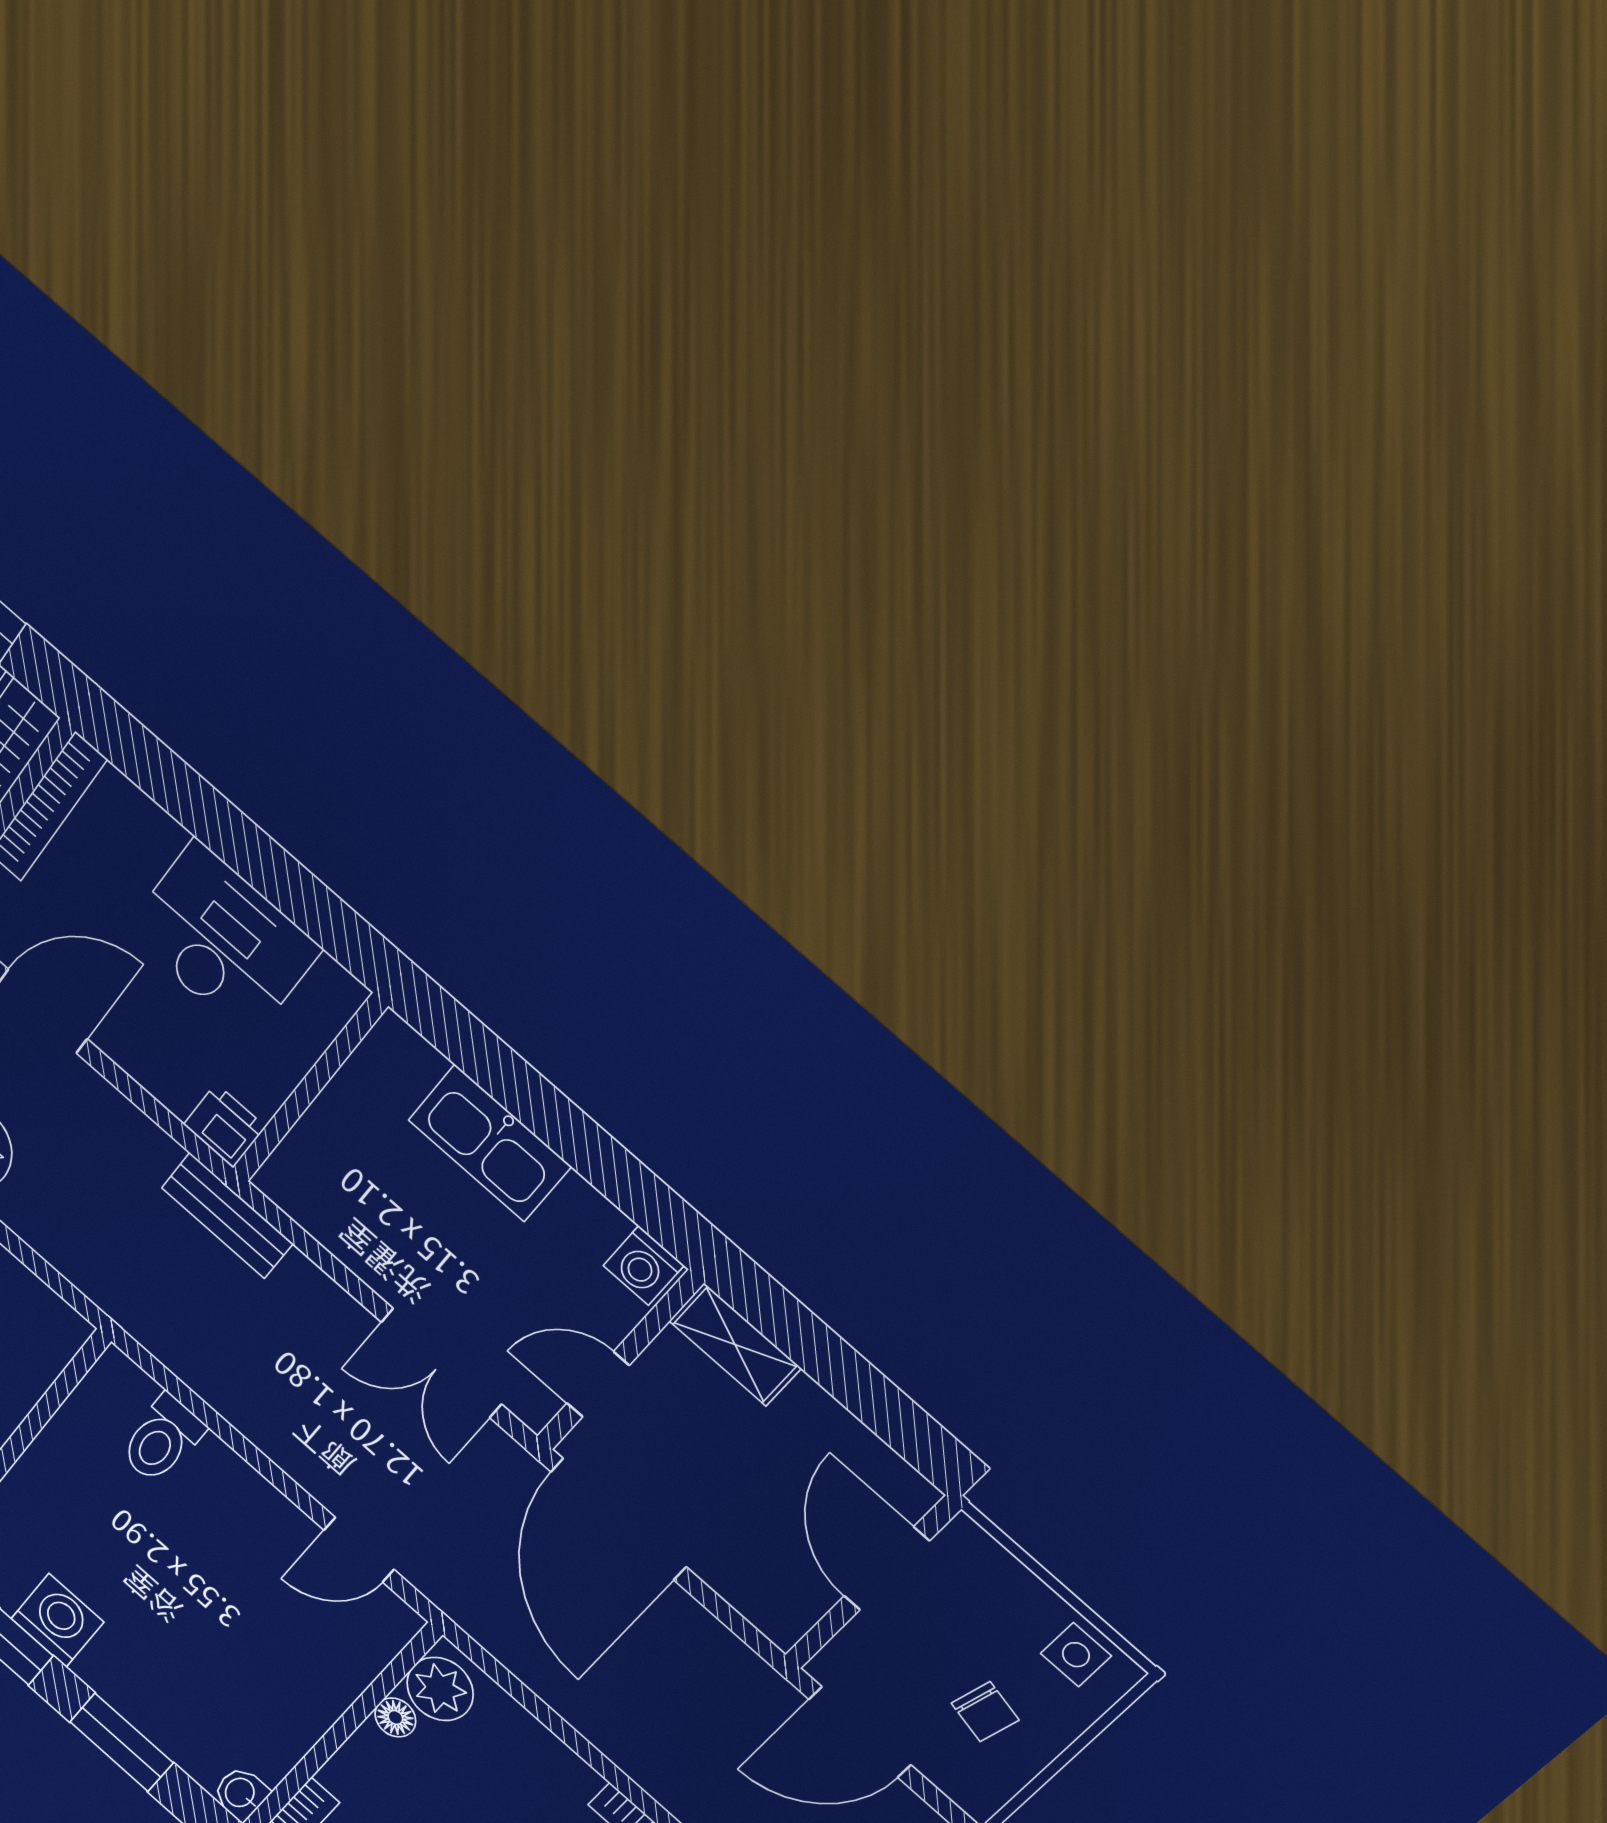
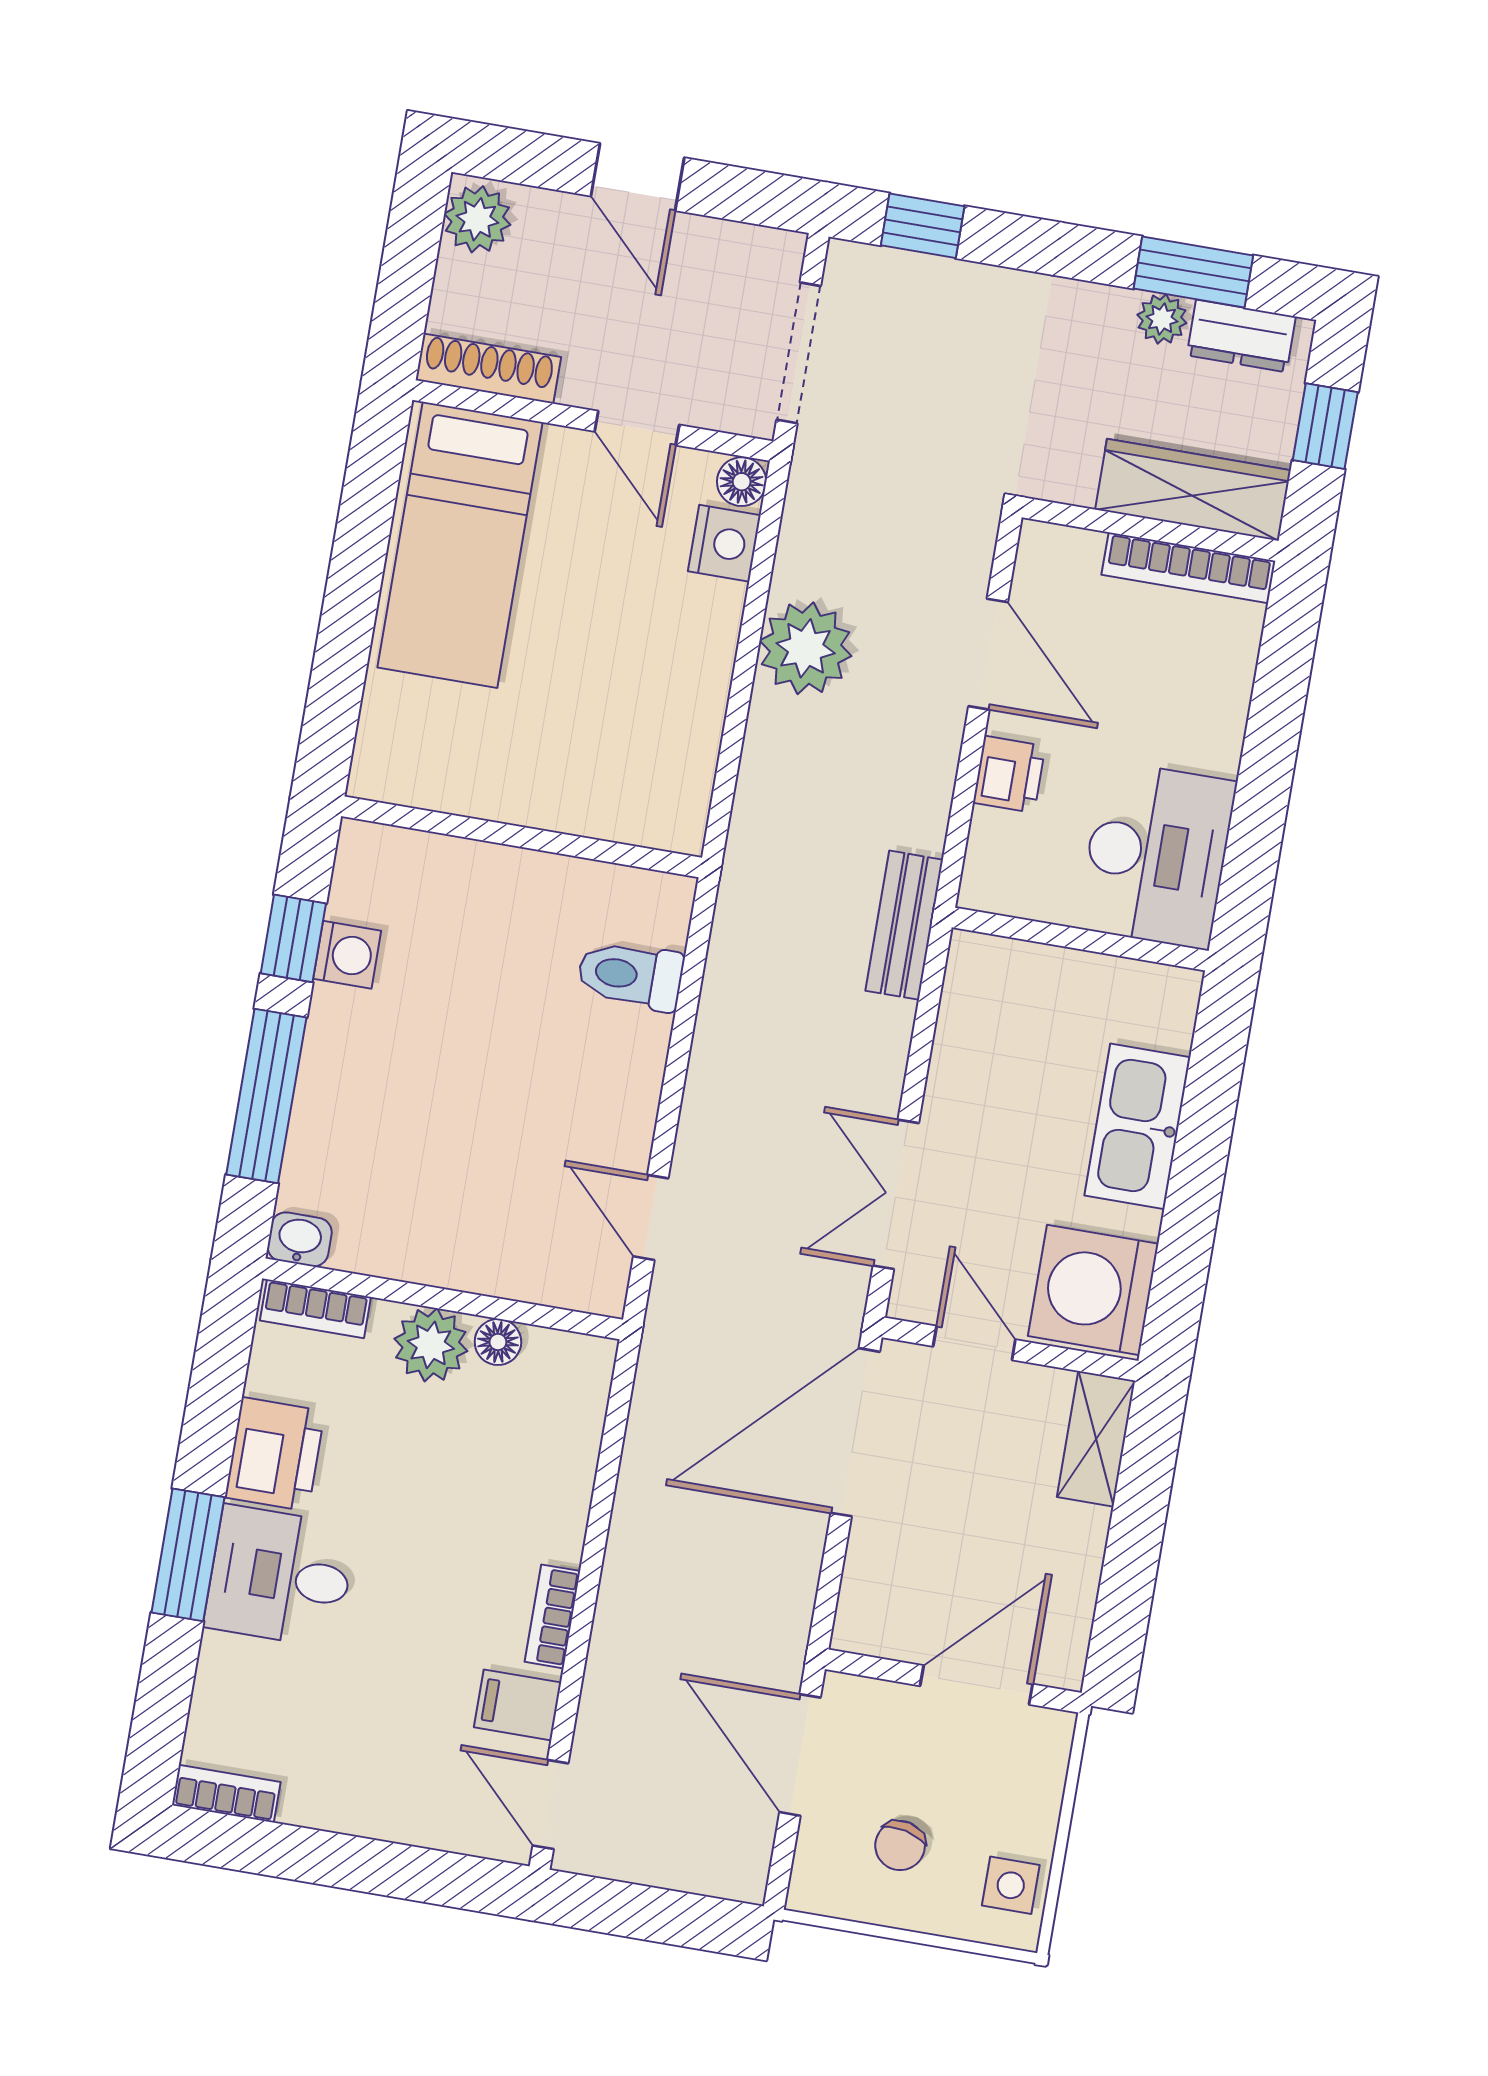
desk: (223, 940) -> (1157, 855), moved
printer: (225, 1126) -> (1009, 774), moved
washing machine: (644, 1266) -> (1093, 1290), width x1.89, depth x1.89
washing machine: (57, 1620) -> (347, 955), width x0.73, depth x0.73
plant: (440, 1689) -> (431, 1345), moved
window: (121, 1742) -> (266, 1096), width x1.44

